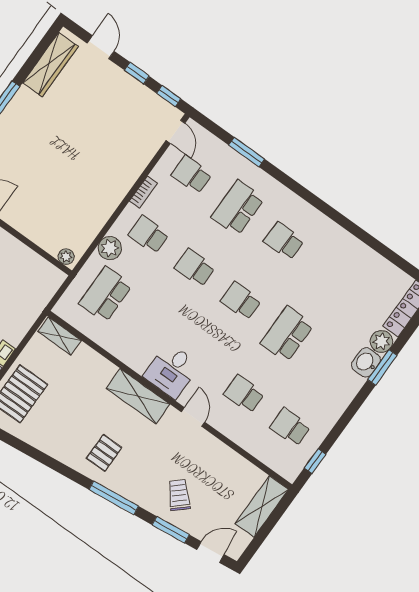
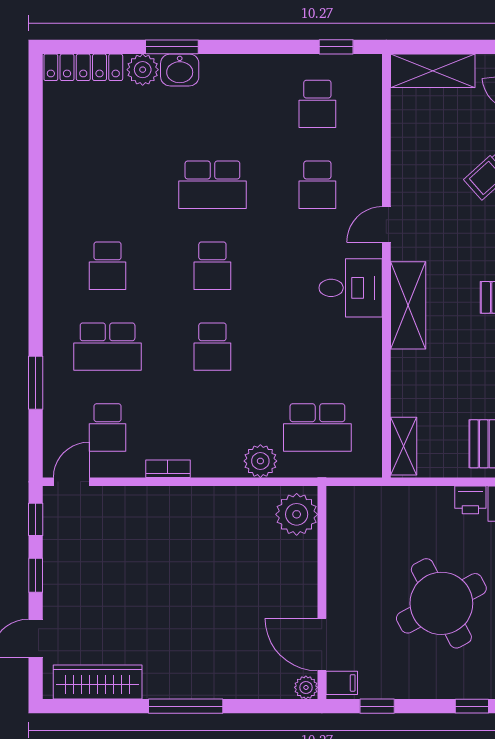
school desk: (149, 234) -> (212, 428), removed
plant: (66, 257) -> (297, 514), width x1.88, depth x1.88

